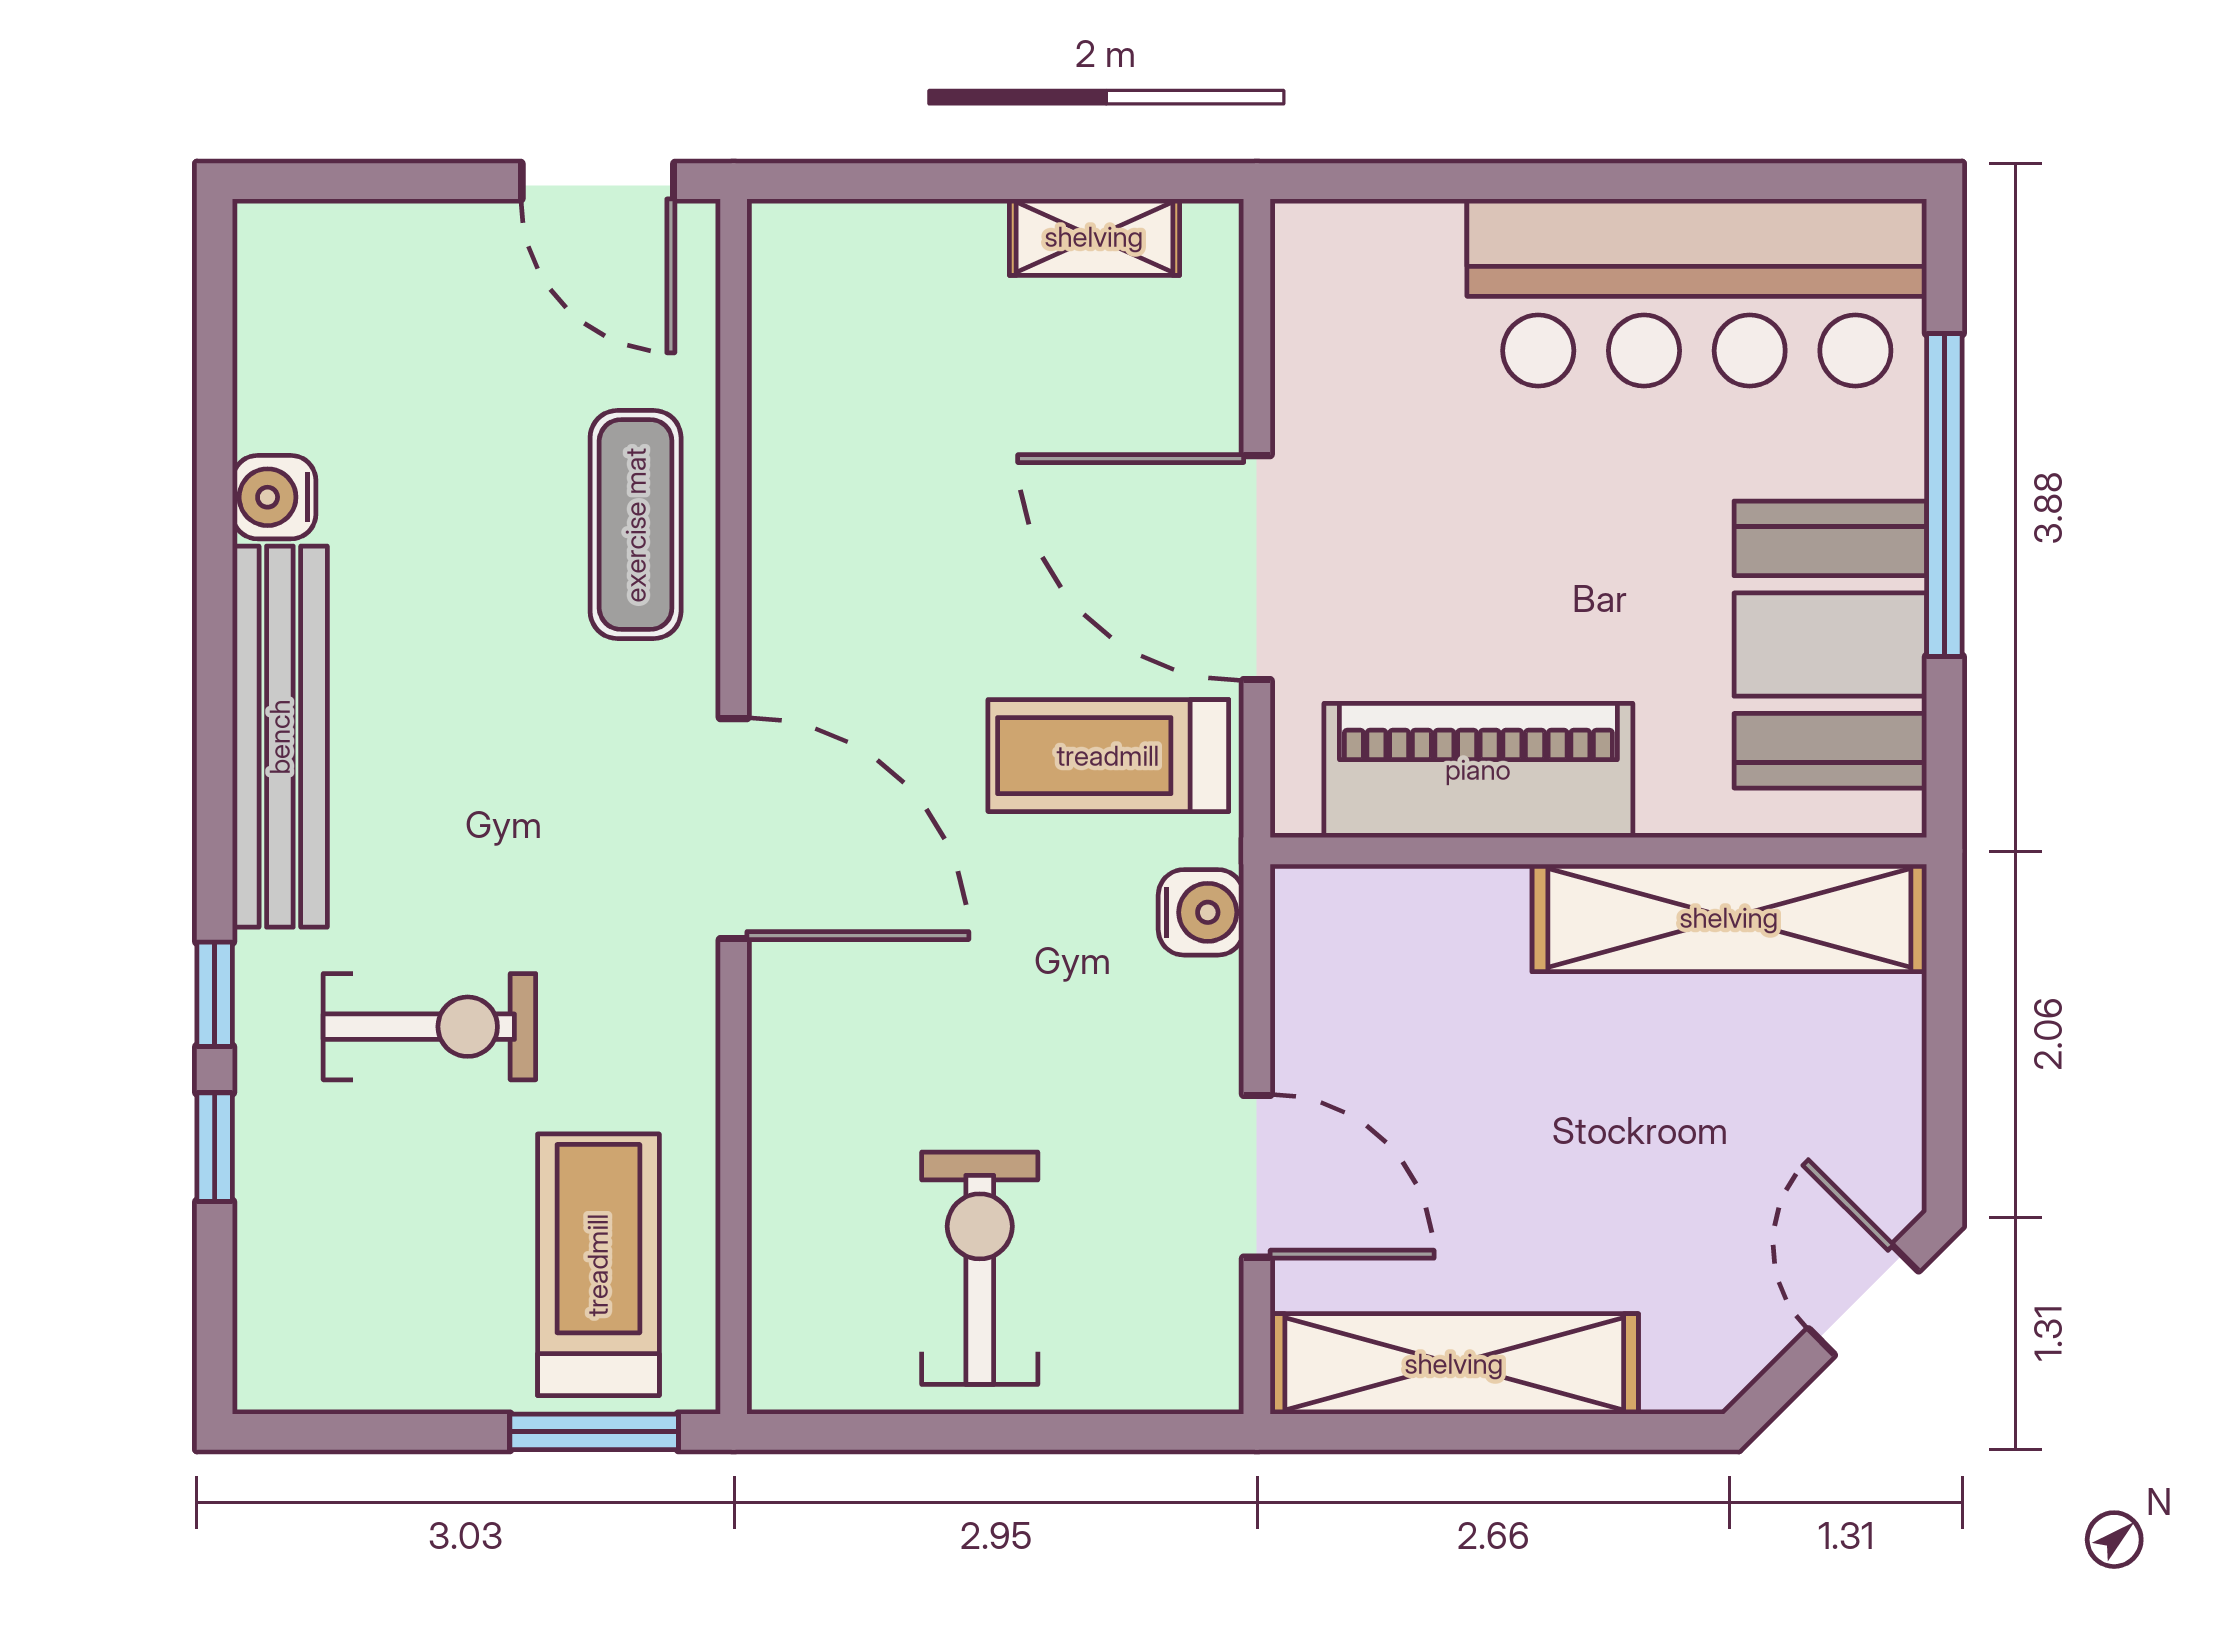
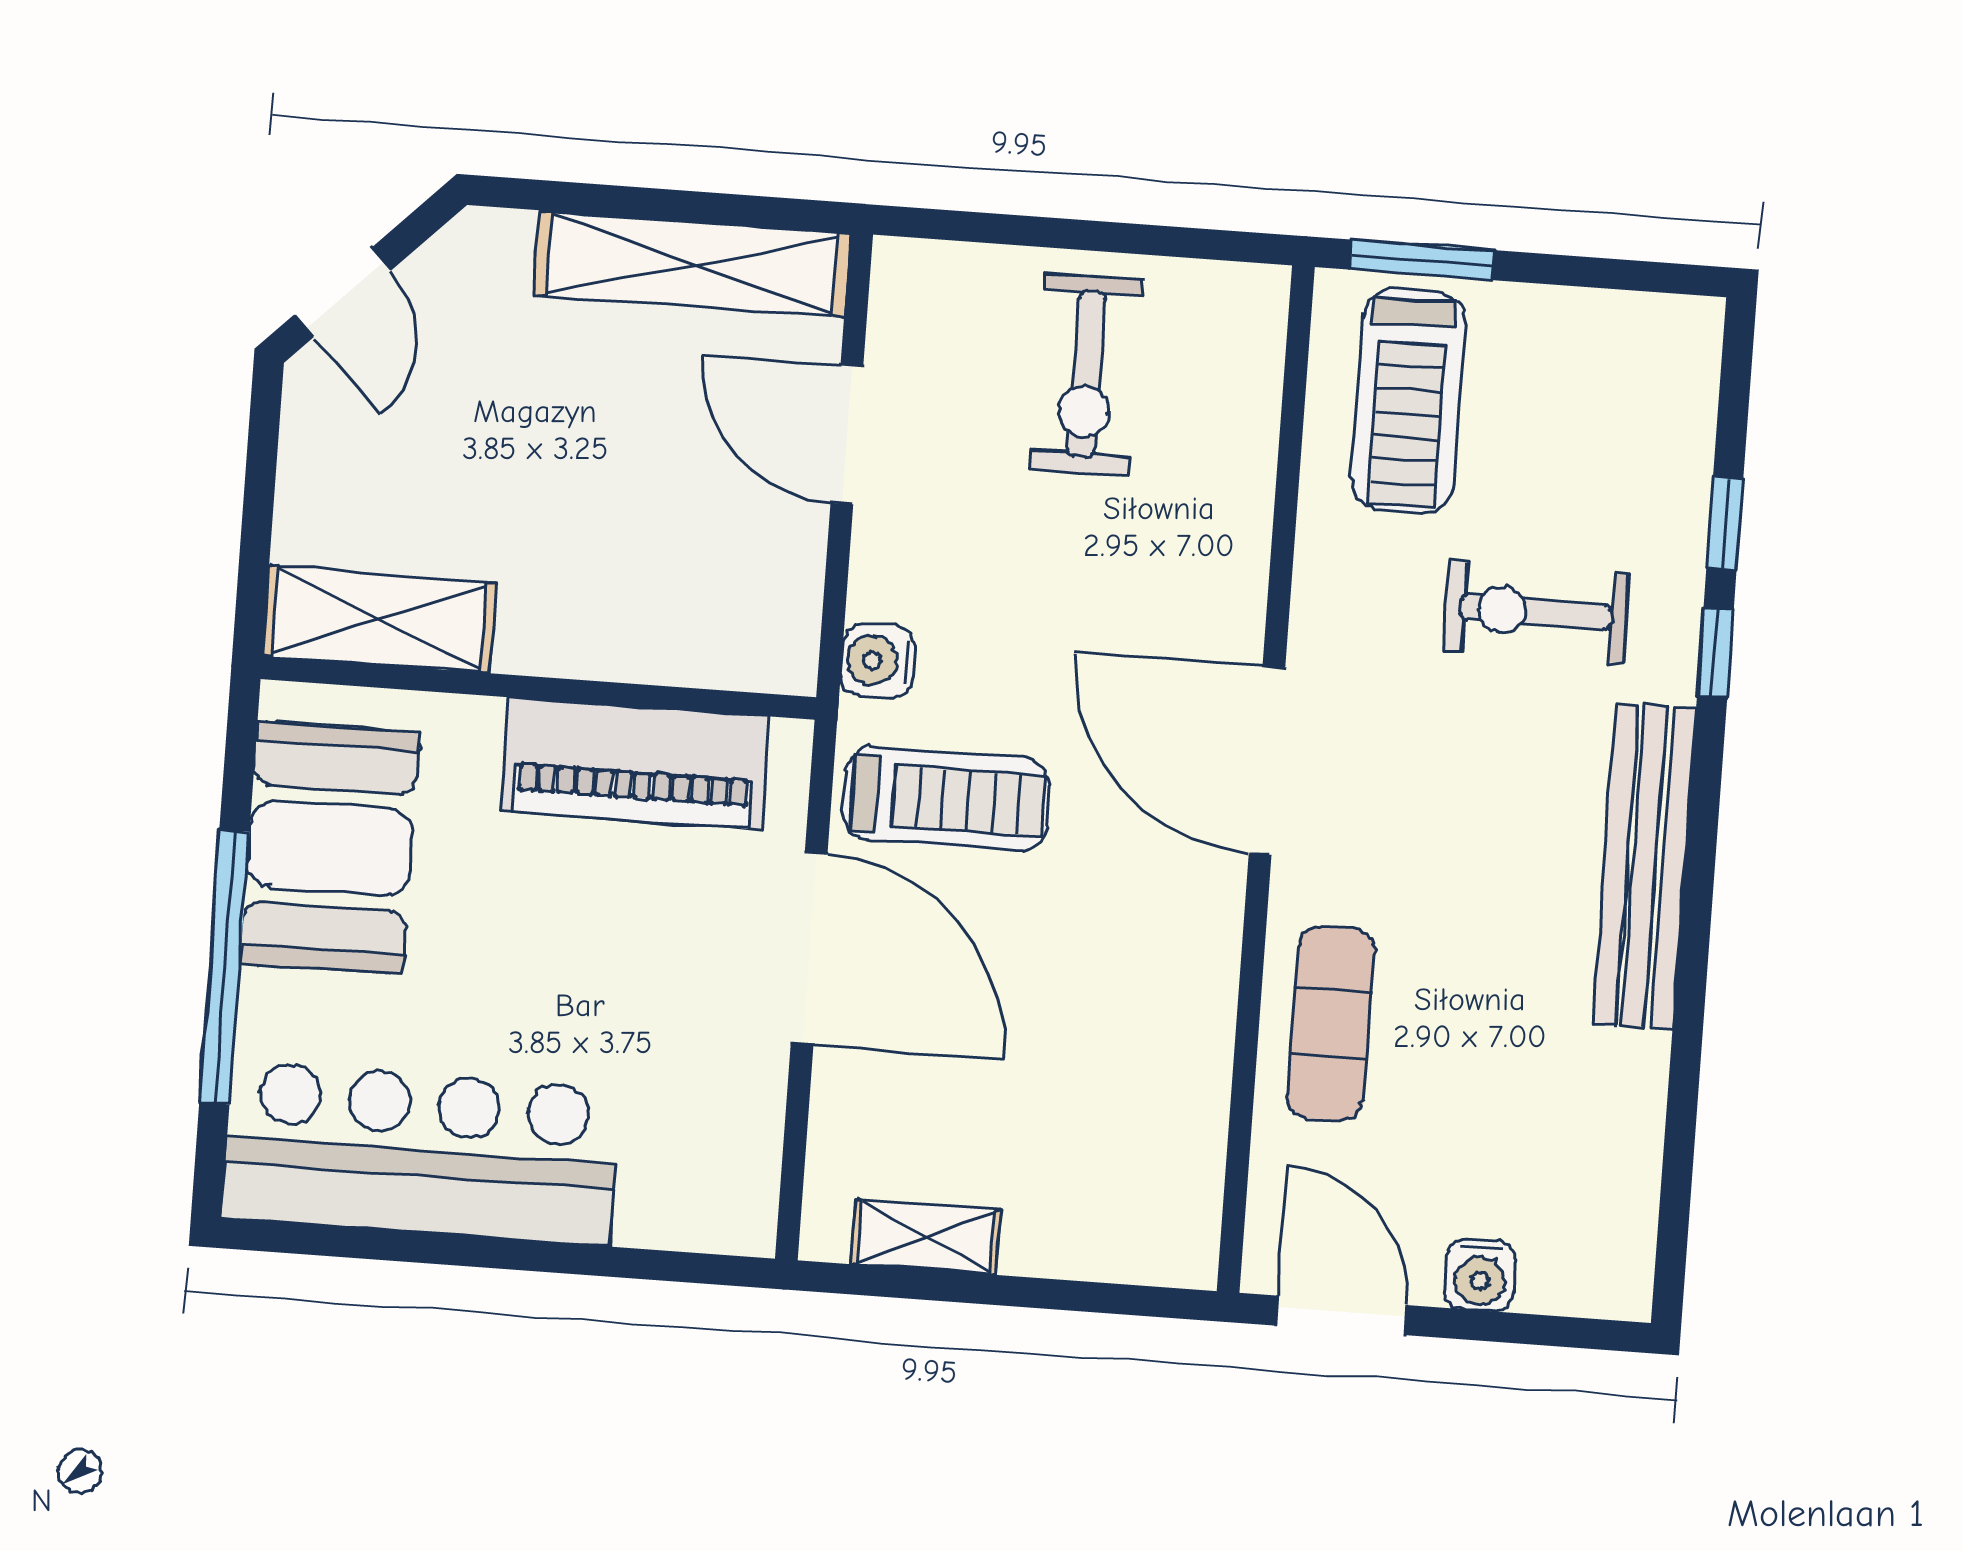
water cooler: (274, 497) -> (1480, 1275), moved, turned 90
shelving: (1729, 918) -> (379, 619), width x0.68

